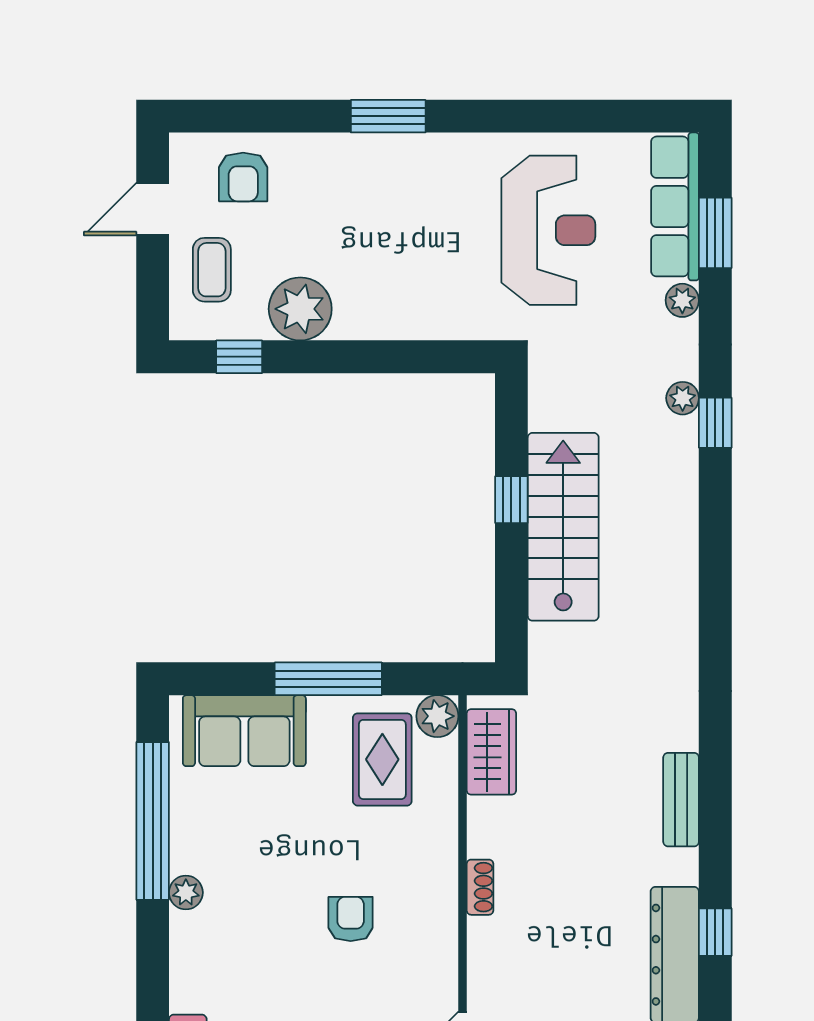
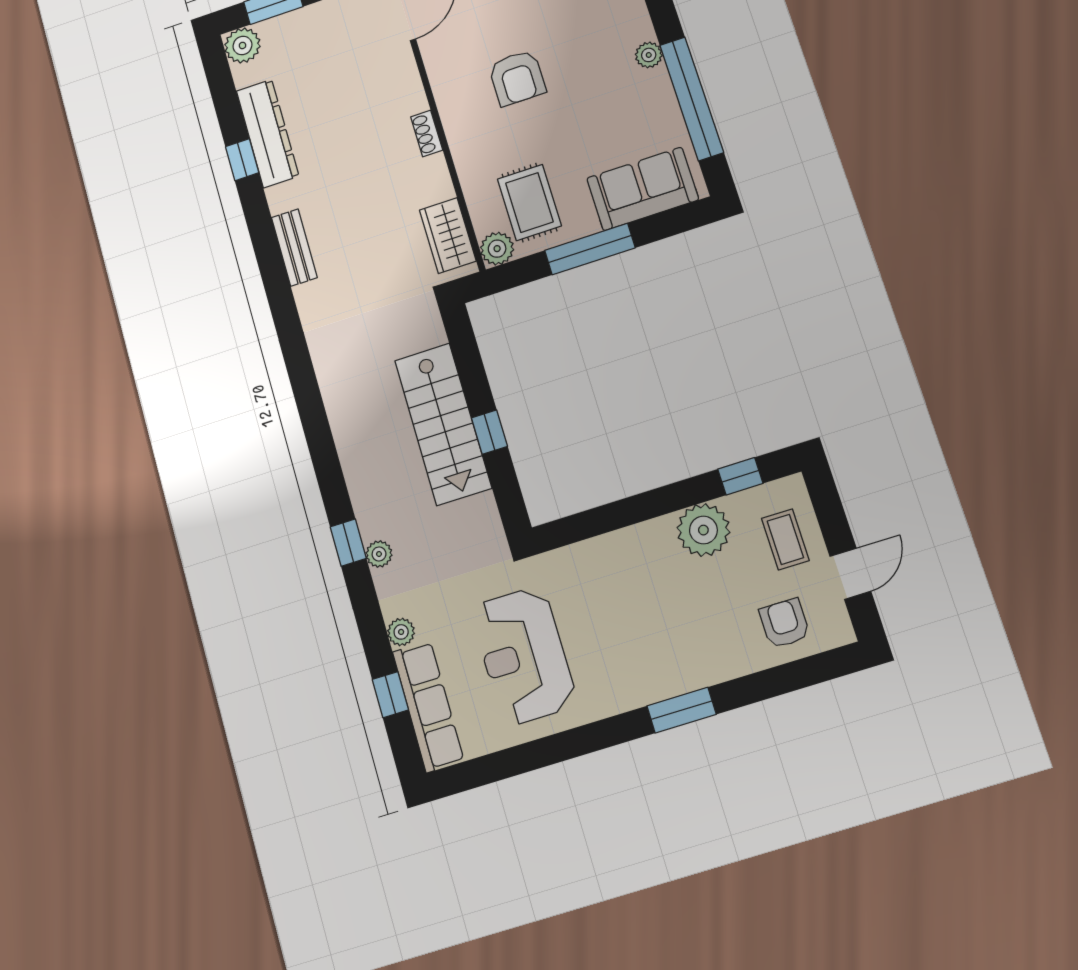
window: (715, 233) -> (390, 695), width x0.67
armchair: (351, 919) -> (517, 78), width x1.38, depth x1.38

